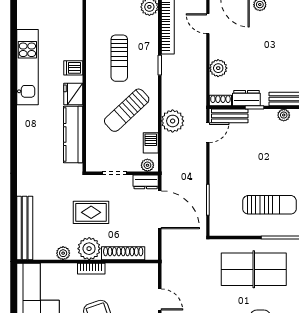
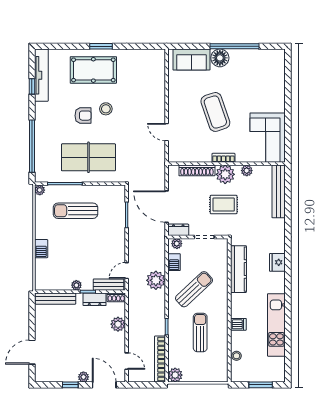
stool: (75, 30) -> (236, 356), added
fridge: (73, 94) -> (277, 262), moved, turned 180
plant: (284, 115) -> (76, 285), moved

